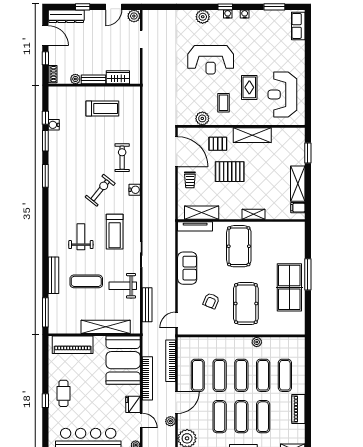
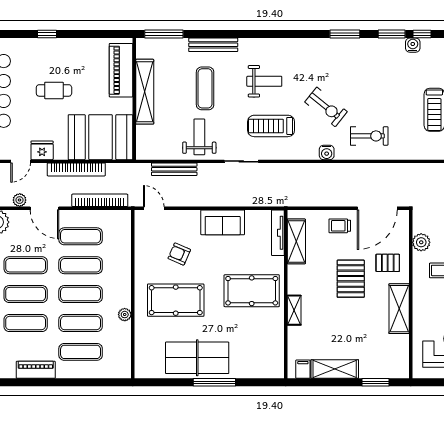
pallet: (218, 144) -> (388, 263), turned 90
shelving: (106, 327) -> (145, 92), moved
cafe table: (63, 393) -> (54, 90), moved

